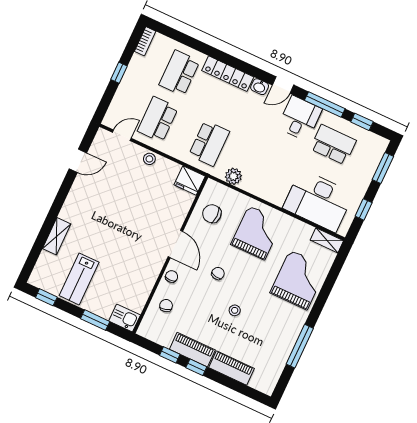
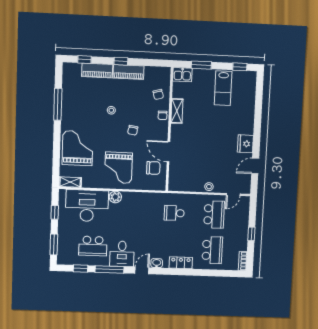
locker: (228, 74) -> (181, 263), width x0.66
school desk: (209, 143) -> (174, 213), width x0.54
plant: (233, 176) -> (115, 197), moved
fridge: (190, 180) -> (245, 144), moved, turned -90
shelving: (57, 236) -> (177, 111), moved
door: (175, 244) -> (168, 152), moved
lab bench: (79, 279) -> (223, 88), turned 180
grand piano: (299, 280) -> (78, 148), turned 180
window: (170, 355) -> (84, 60), moved

